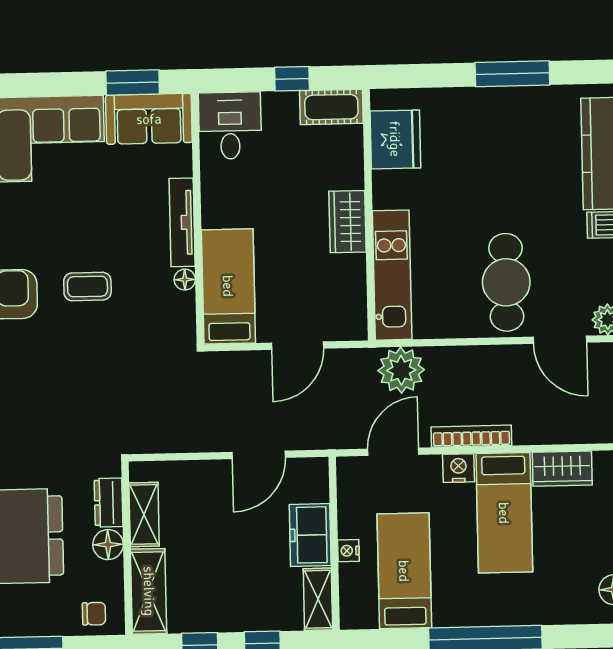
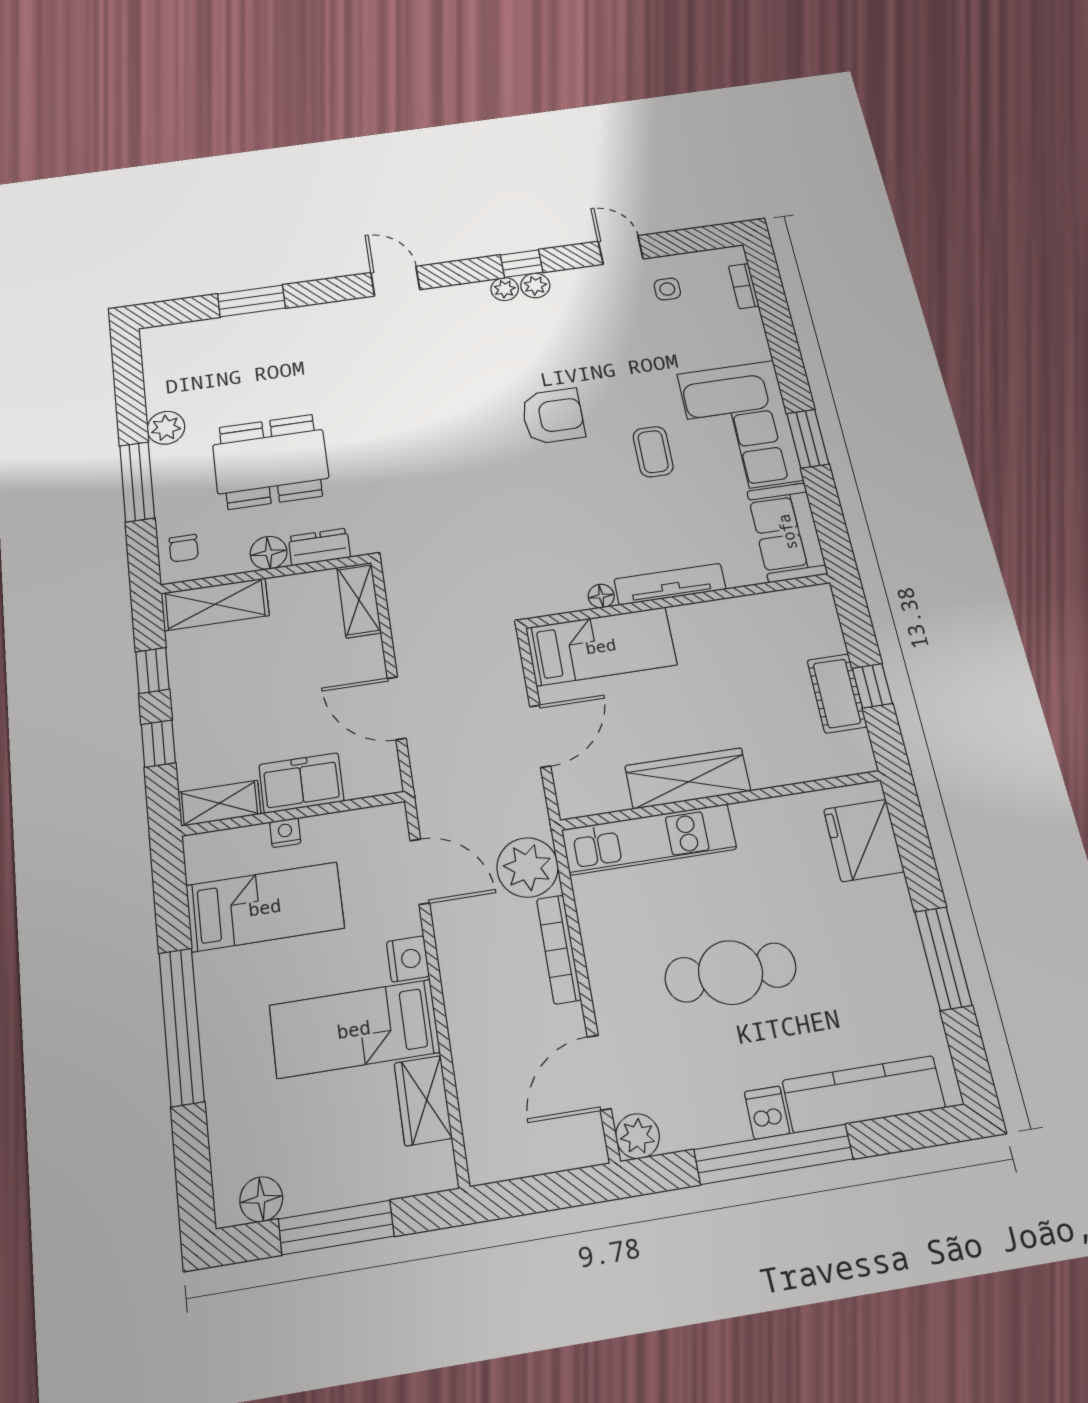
window: (133, 82) -> (808, 439), moved
cot: (331, 107) -> (837, 693), moved
desk: (230, 126) -> (799, 623), removed
fridge: (395, 139) -> (864, 840), moved, turned 90
wardrobe: (347, 222) -> (688, 778), width x1.50
cafe table: (506, 282) -> (731, 972), moved
coffee table: (87, 287) -> (653, 452), moved
door: (298, 346) -> (540, 736), swing flipped
bookcase: (471, 436) -> (559, 949), moved, turned 180
shelving: (144, 514) -> (359, 600), moved, turned 90

